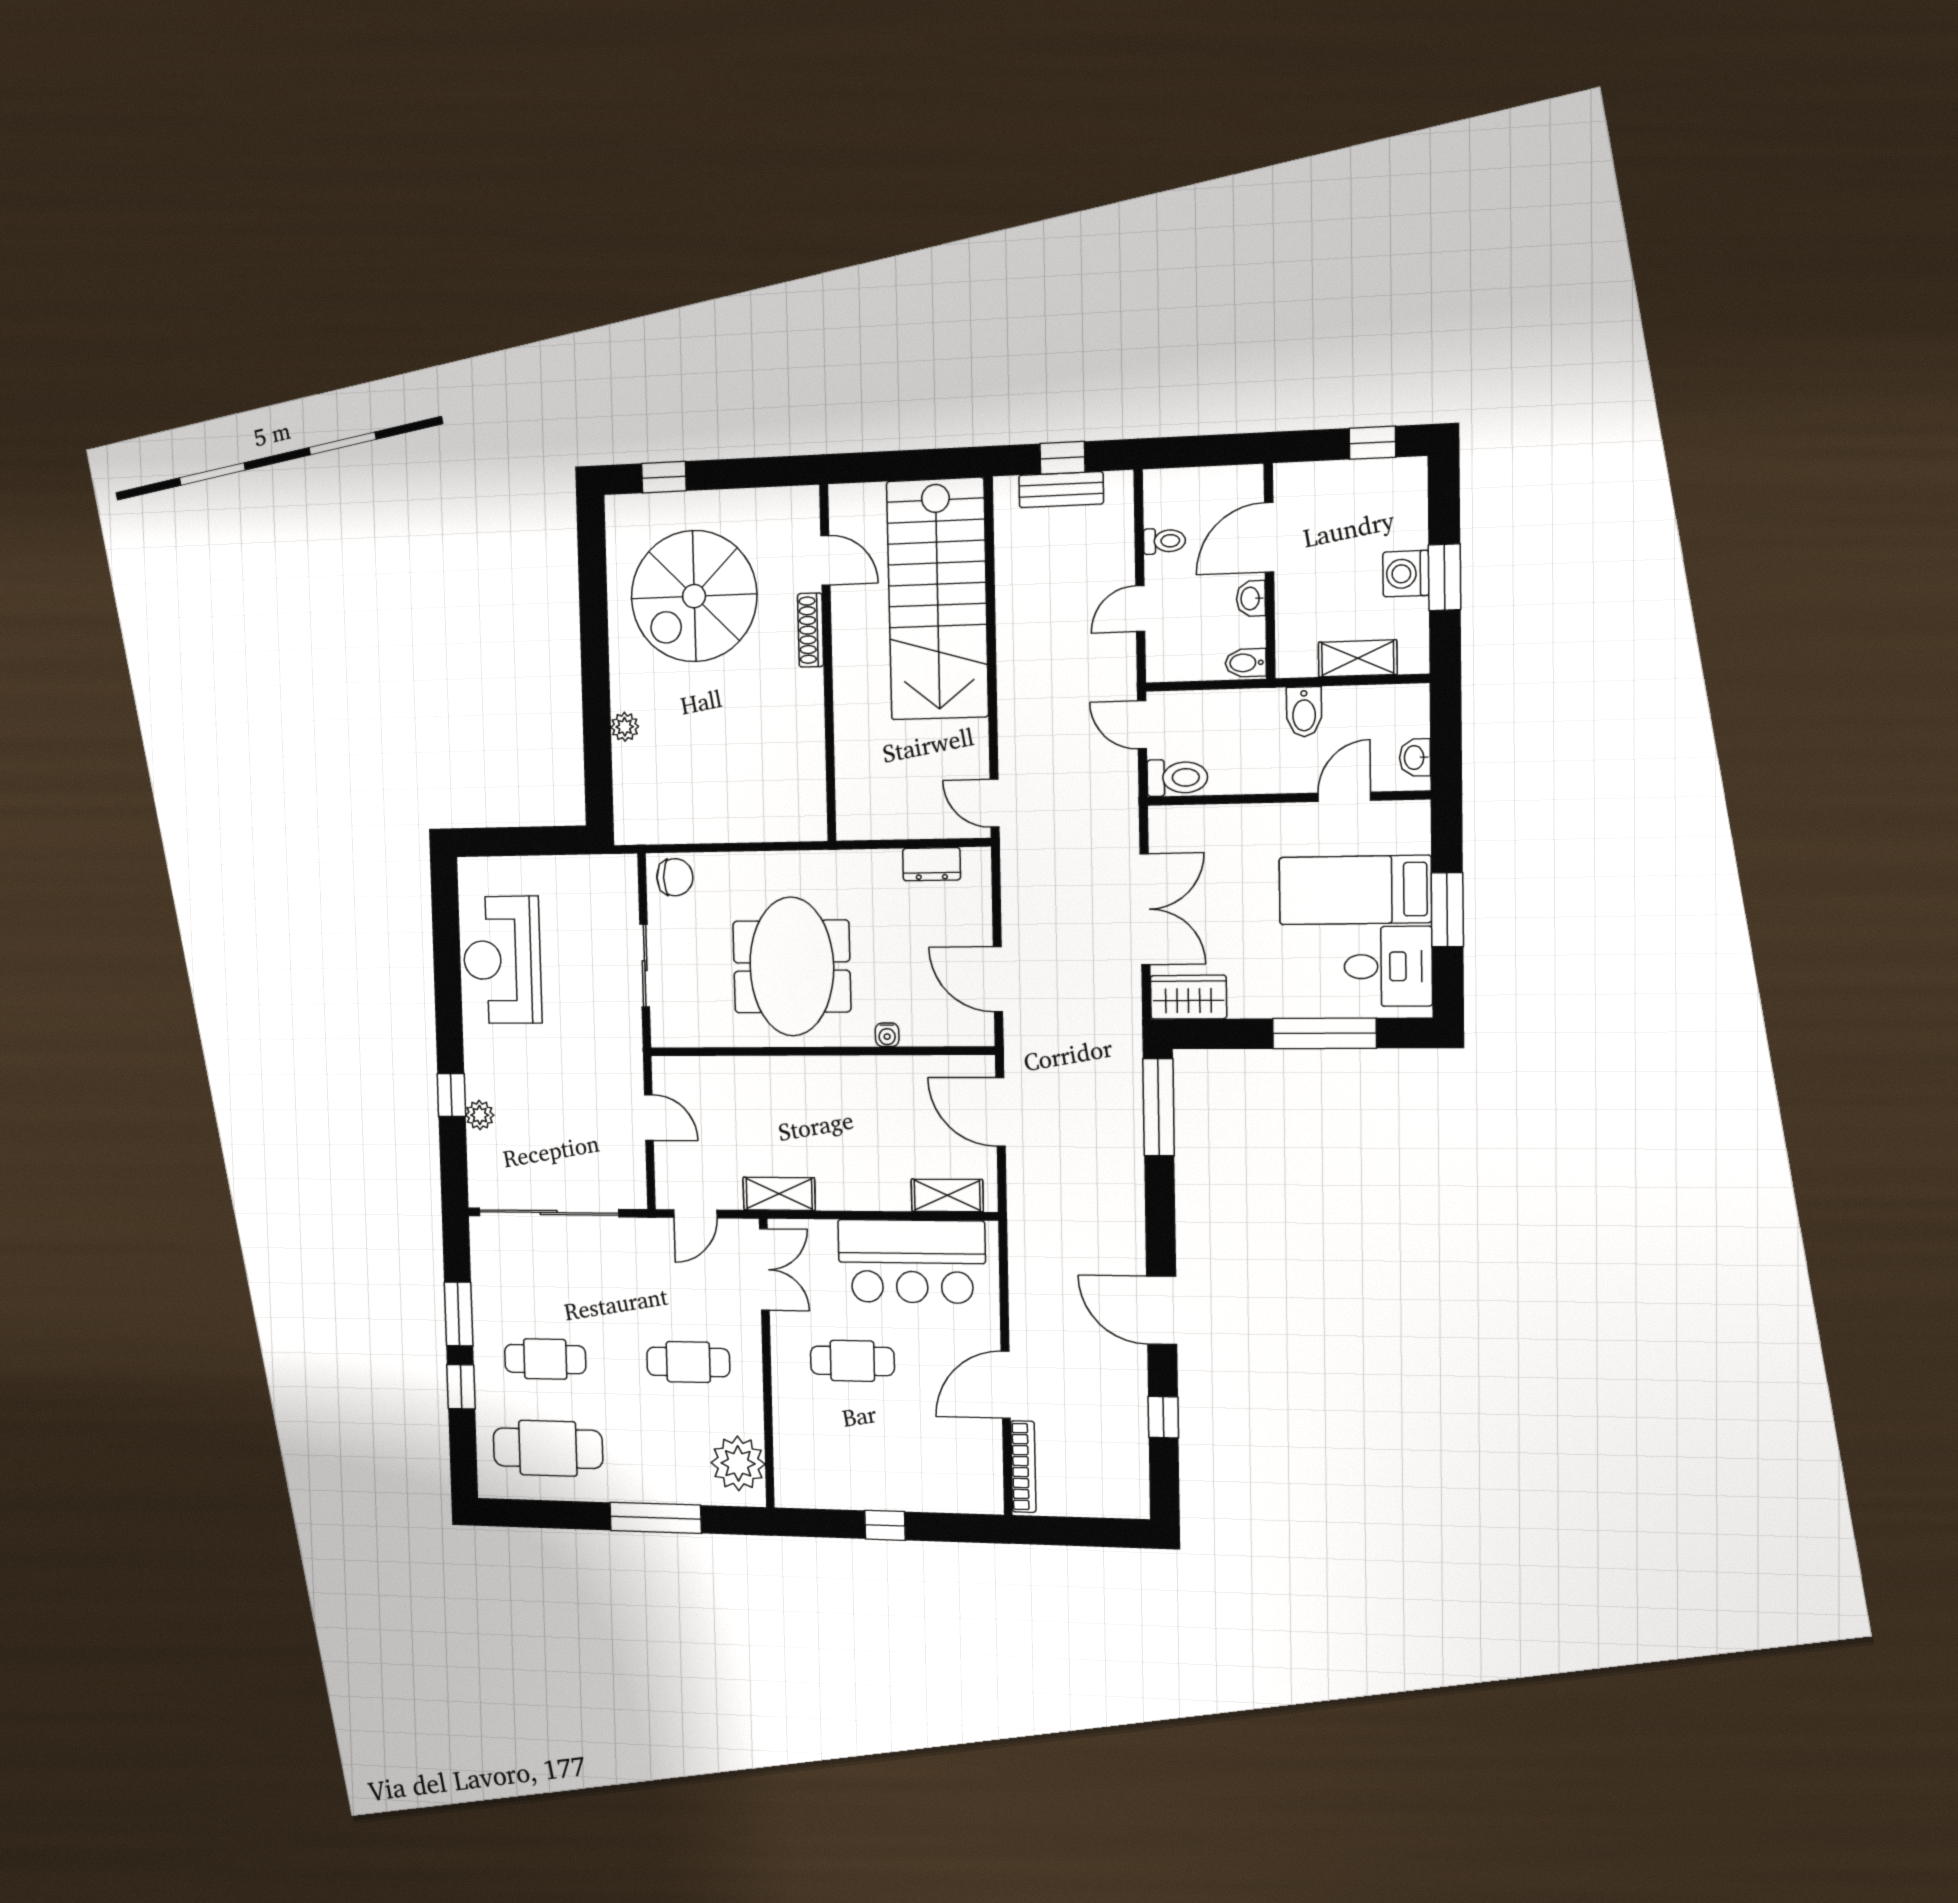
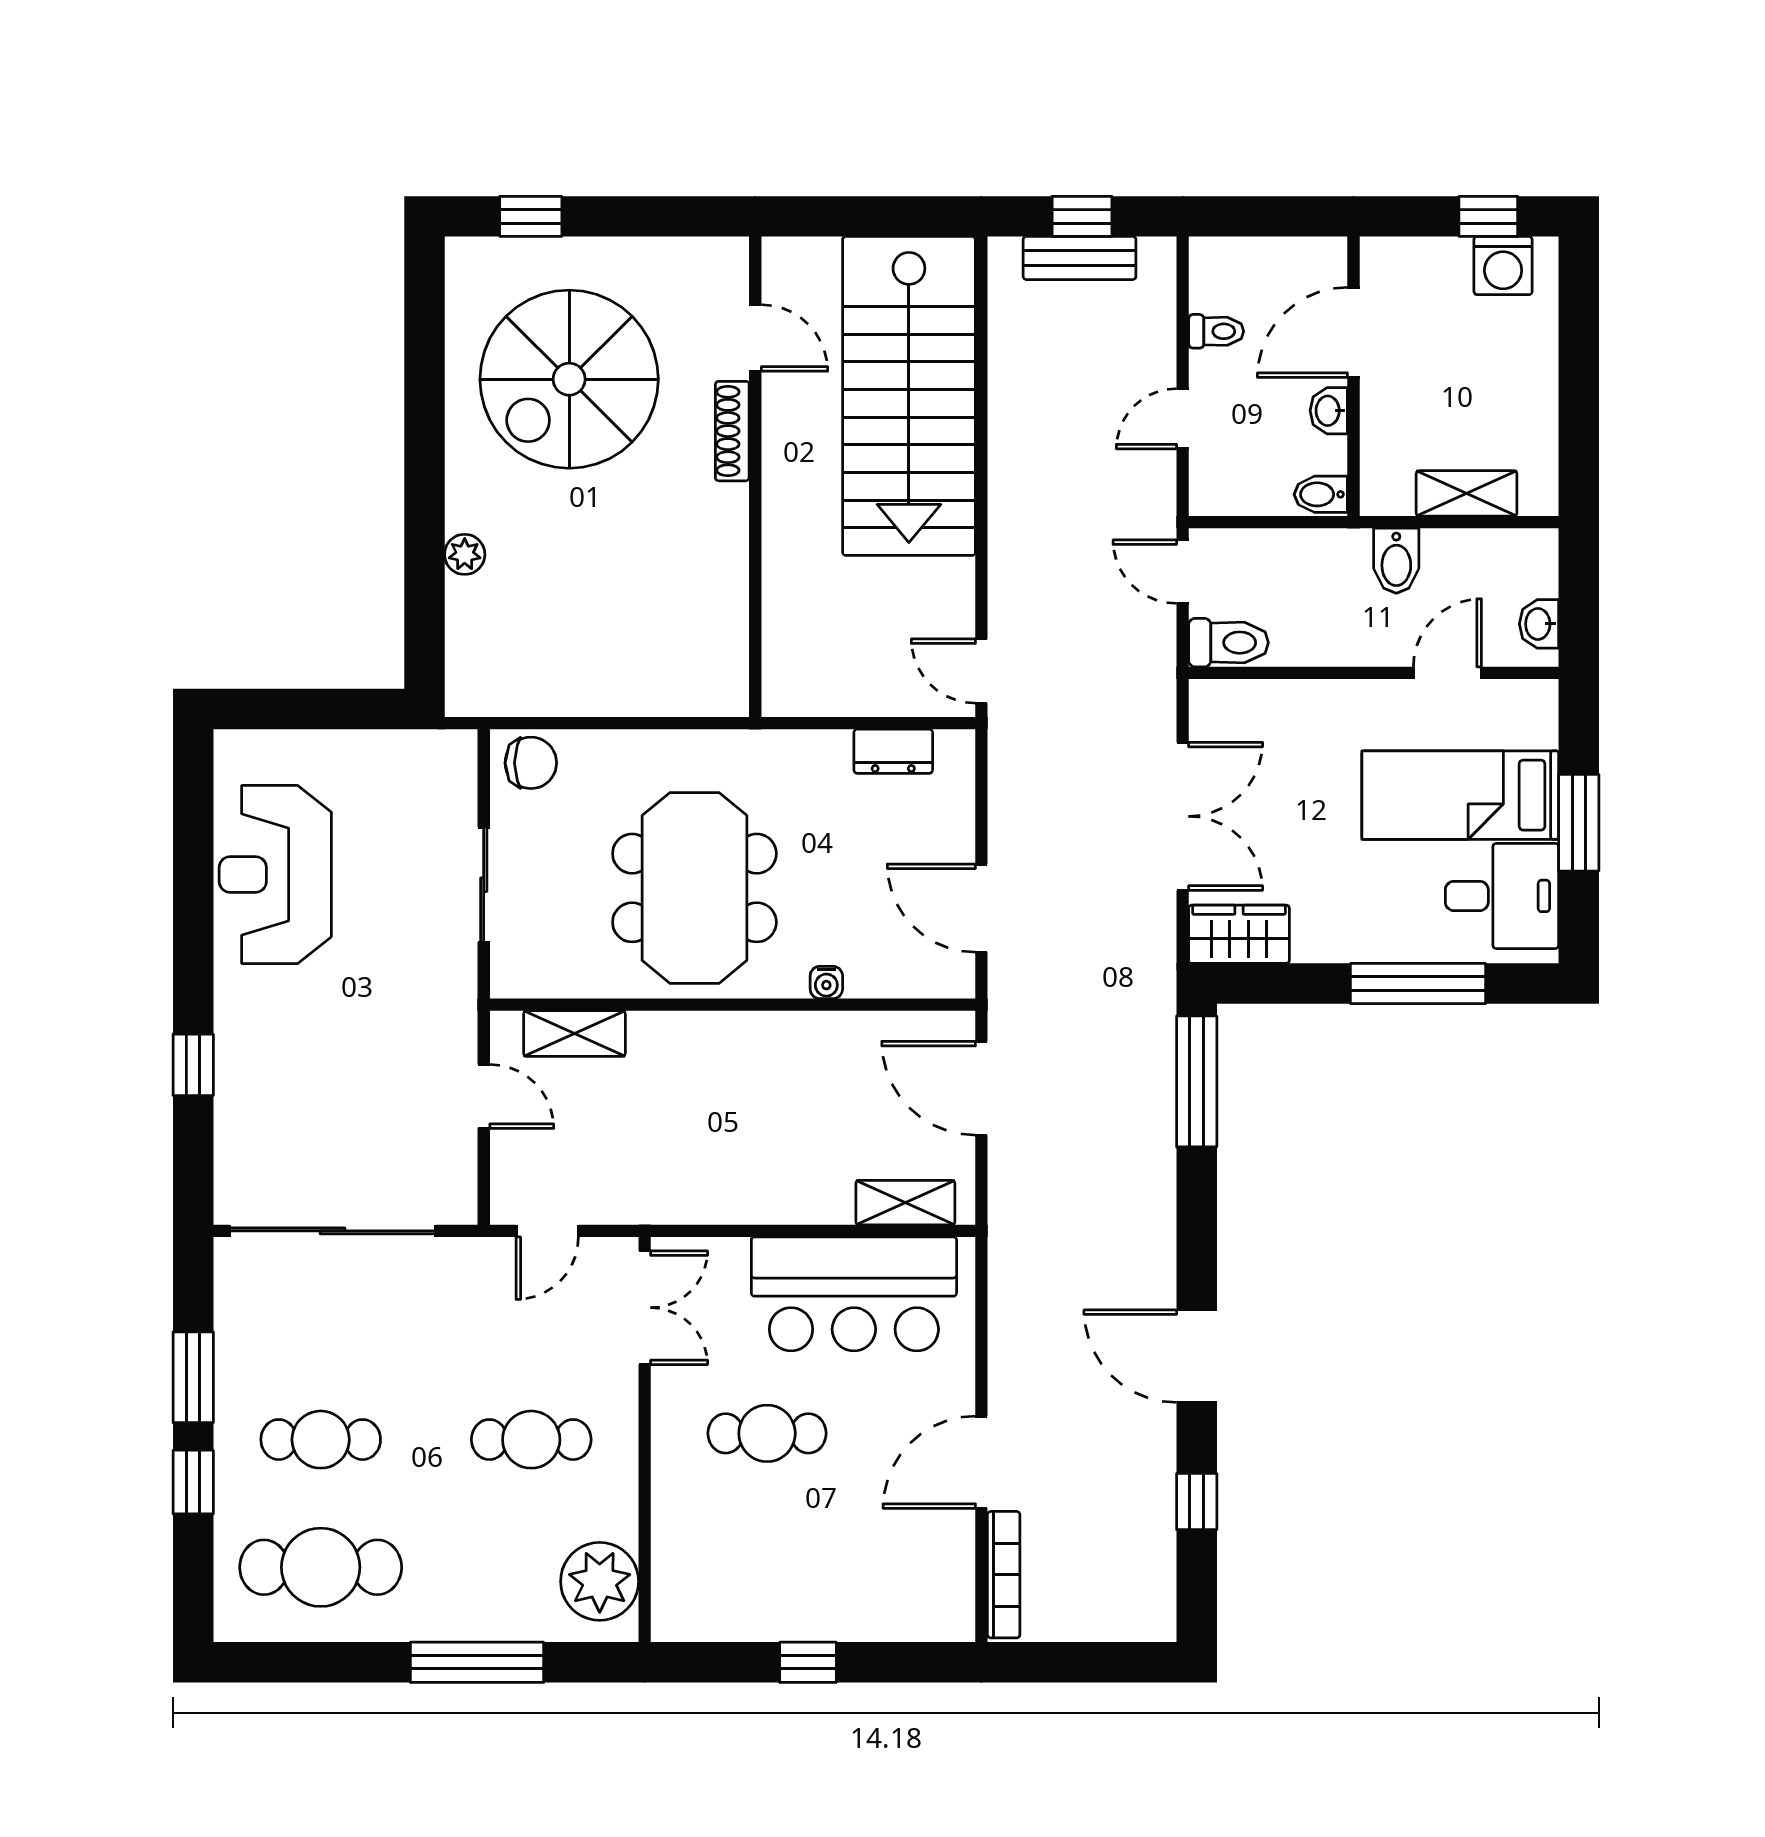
washing machine: (1406, 574) -> (1503, 266), moved, turned -90
window: (1445, 577) -> (1579, 393), removed
plant: (480, 1115) -> (234, 1093), removed
shelving: (779, 1194) -> (574, 1034), moved

